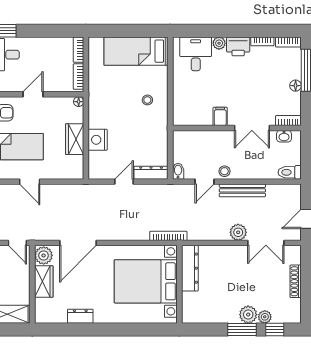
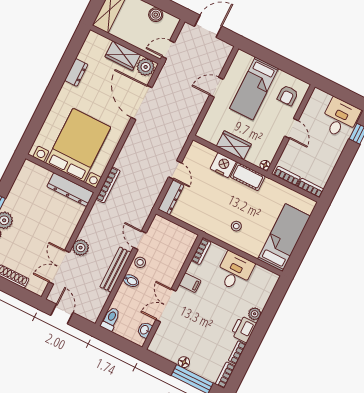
desk: (196, 54) -> (235, 271), moved, turned -90
cot: (97, 112) -> (248, 177), added
bookcase: (288, 121) -> (201, 251), moved
bidet: (178, 171) -> (131, 281), moved

